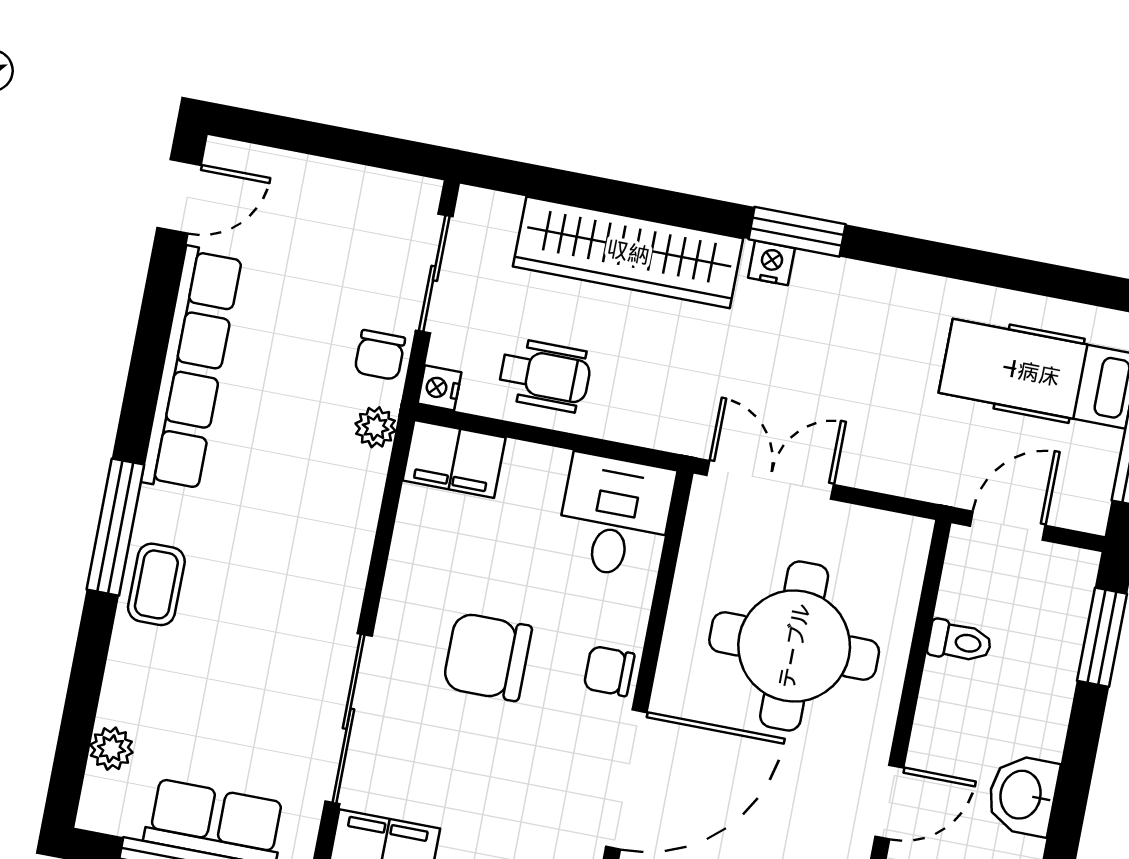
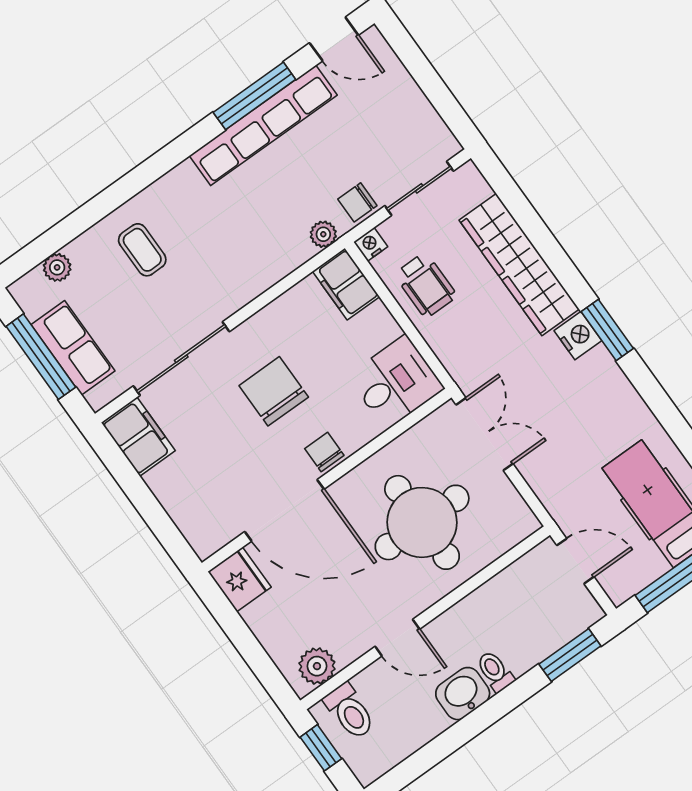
nightstand: (771, 263) -> (578, 336), width x1.39, depth x1.35
window: (115, 527) -> (254, 96), moved
coffee table: (156, 584) -> (142, 250), moved, turned 90
toilet: (960, 642) -> (495, 671), moved, turned 180

